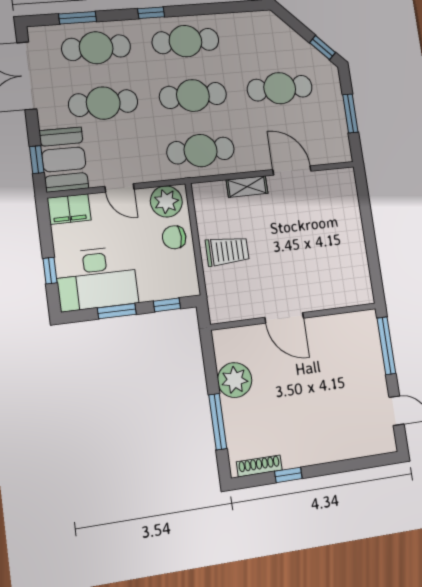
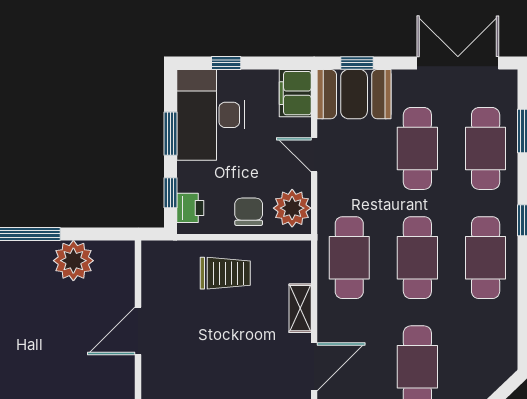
door: (119, 188) -> (314, 155), hinge flipped
trolley: (227, 251) -> (225, 273), turned -90
printer: (177, 287) -> (190, 208), added

